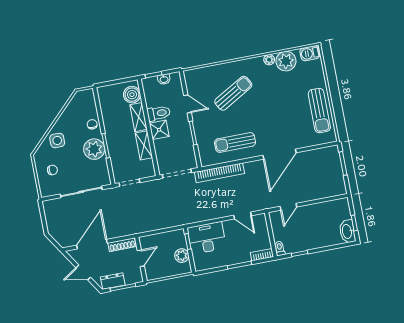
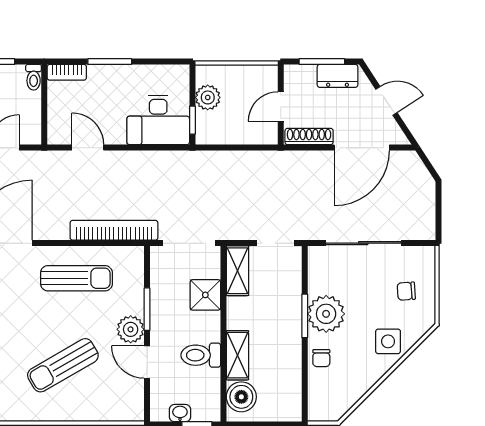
plant: (200, 120) -> (131, 329), added
shower: (159, 130) -> (205, 295), moved
shelving: (144, 145) -> (237, 271), moved

